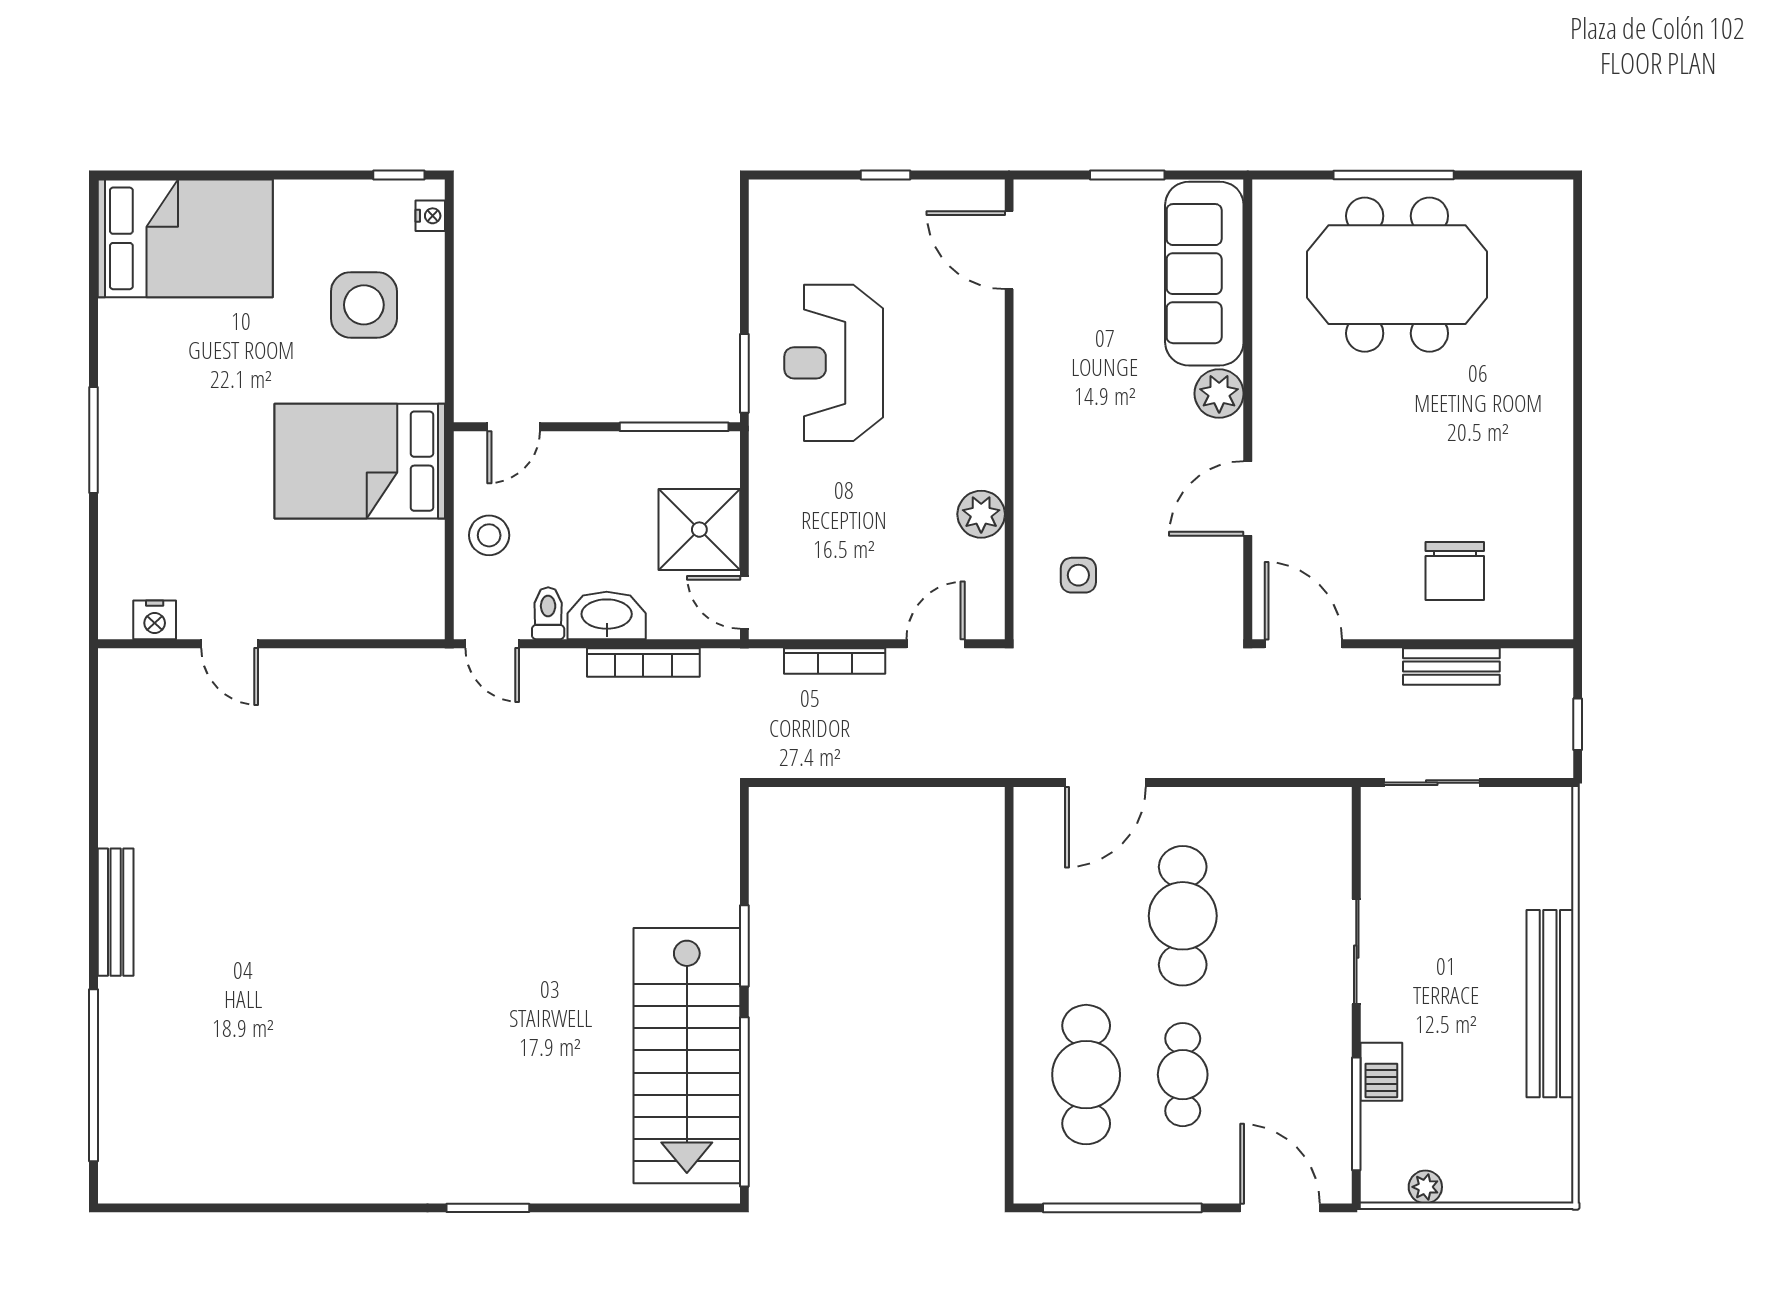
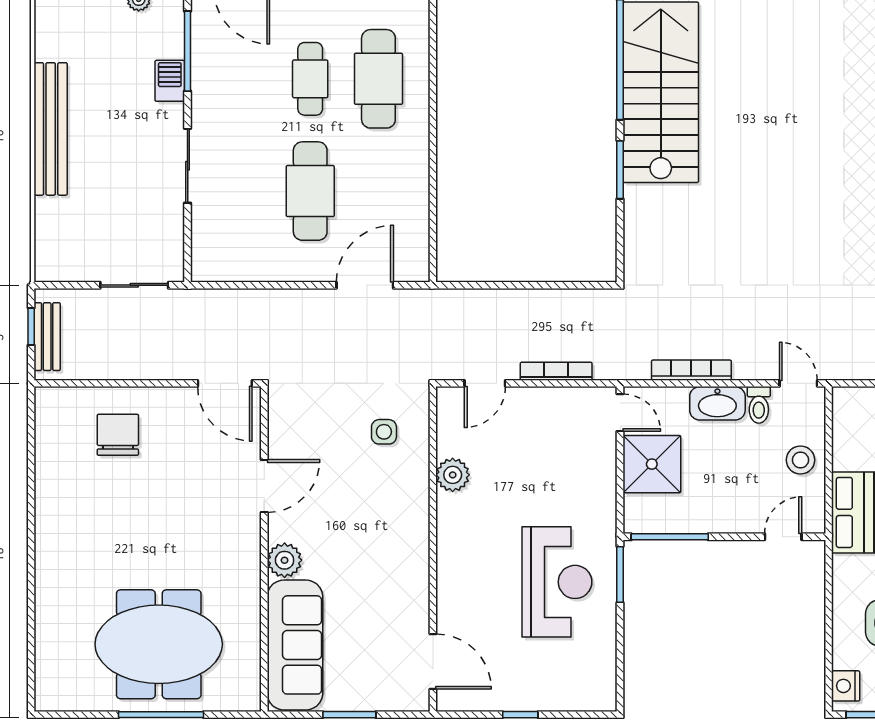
nightstand: (430, 216) -> (846, 686), width x1.39, depth x1.35
bench: (1451, 666) -> (47, 337), moved, turned 90

